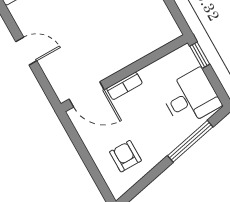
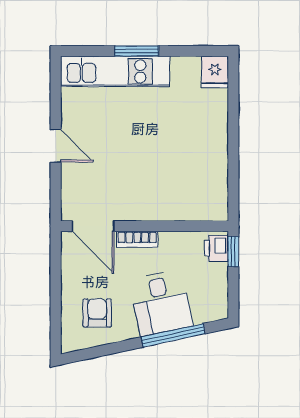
printer: (186, 60) -> (216, 248), added
desk: (191, 98) -> (161, 303), moved, turned 78

